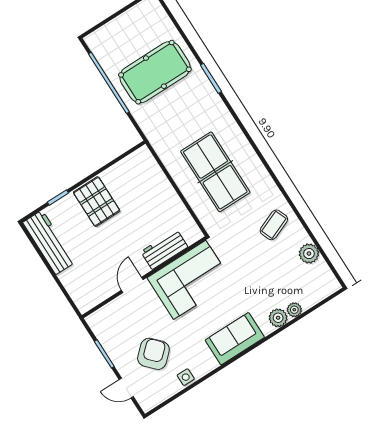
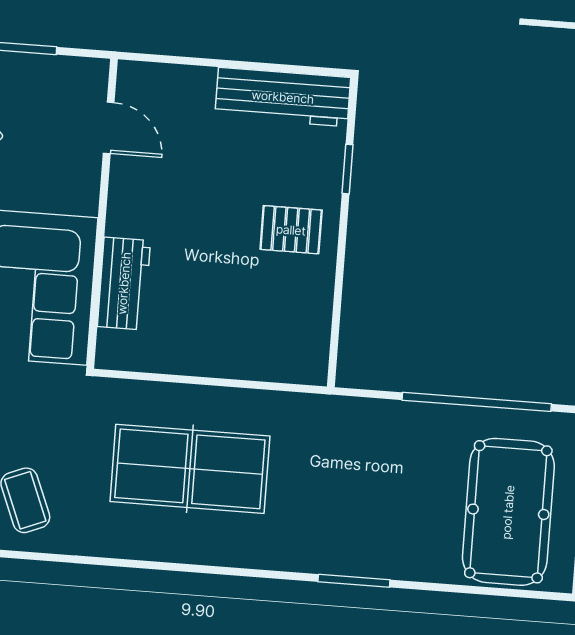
pool table: (155, 72) -> (508, 512), moved
pallet: (97, 202) -> (291, 230), width x0.67, depth x0.71
door: (132, 285) -> (109, 128), moved

